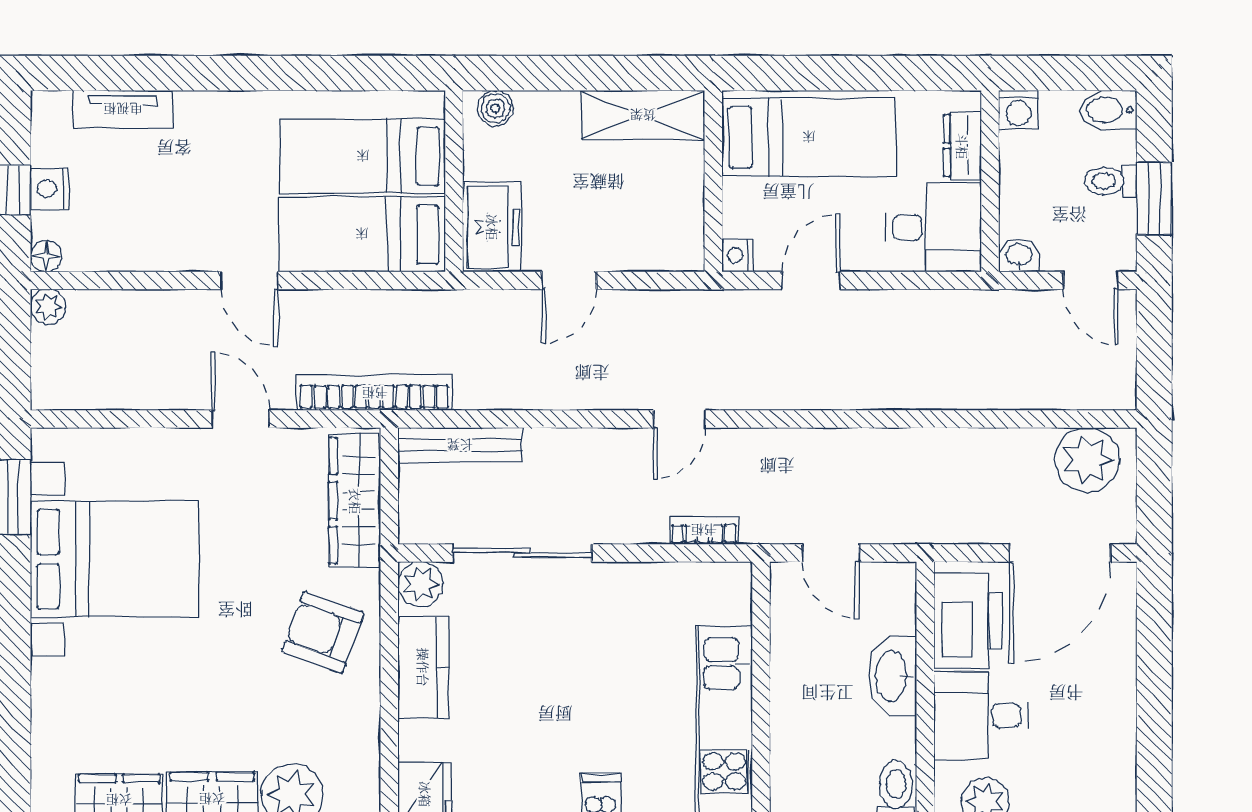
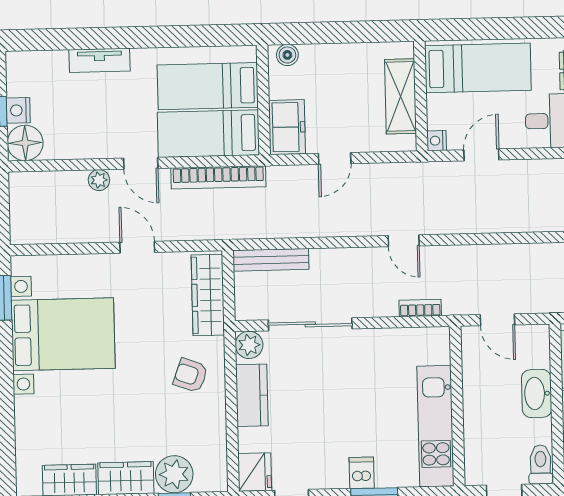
tv unit: (123, 109) -> (100, 60), moved
shelving: (643, 115) -> (400, 96), moved, turned 90
floor lamp: (46, 256) -> (25, 143), width x1.89, depth x1.89
plant: (48, 307) -> (99, 180), moved
bookcase: (375, 393) -> (218, 177), moved, turned 180
door: (679, 419) -> (404, 241), hinge flipped
armchair: (323, 632) -> (191, 375), width x0.72, depth x0.72

